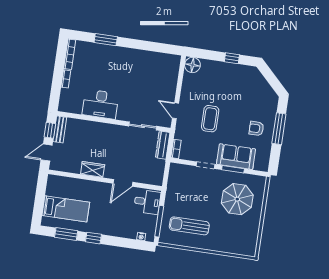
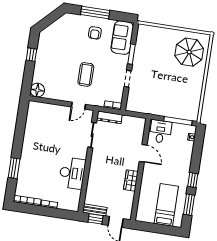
coffee table: (210, 119) -> (86, 74), turned 90
sofa: (236, 157) -> (122, 38), moved
parasol: (237, 199) -> (189, 52), moved
sun lounger: (189, 226) -> (182, 94), removed

